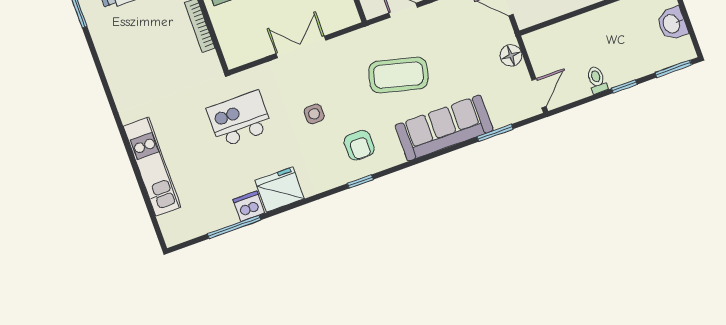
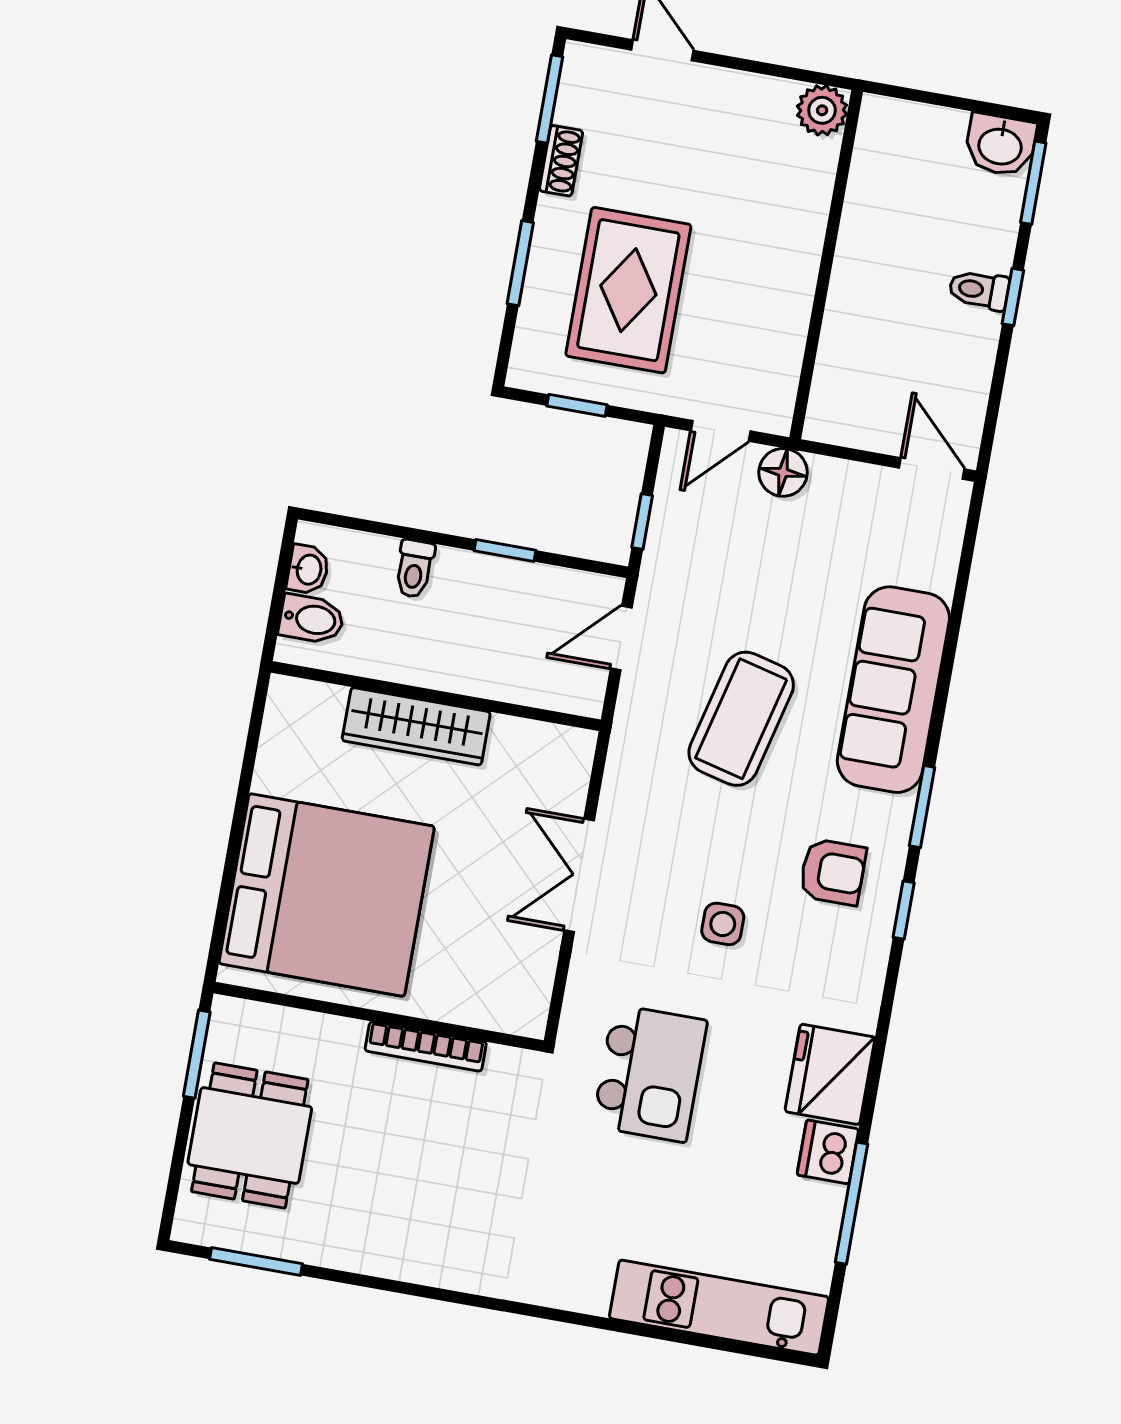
washbasin: (672, 24) -> (1000, 145), moved
floor lamp: (511, 55) -> (783, 472), moved
toilet: (597, 80) -> (979, 290), moved
kitchen island: (239, 119) -> (650, 1073), turned 180
window: (495, 133) -> (922, 807), moved
kitchen unit: (152, 167) -> (719, 1308), moved

